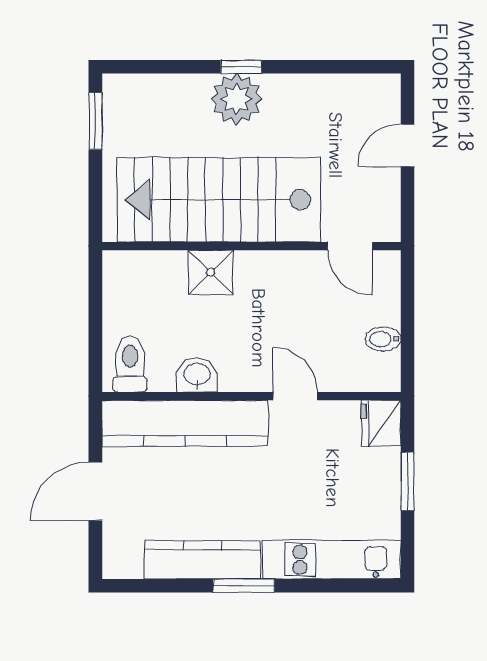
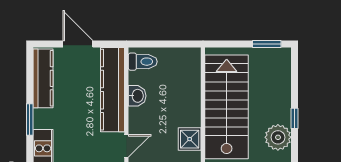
plant: (237, 99) -> (278, 137), moved
shower: (211, 272) -> (190, 139), moved
kitchen counter: (202, 560) -> (43, 78), moved

